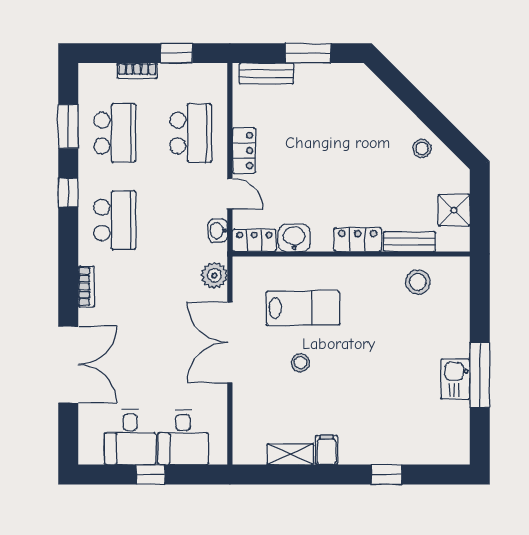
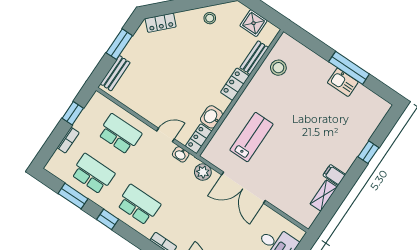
locker: (244, 151) -> (161, 23), moved, turned 135
stool: (300, 363) -> (279, 158), removed

